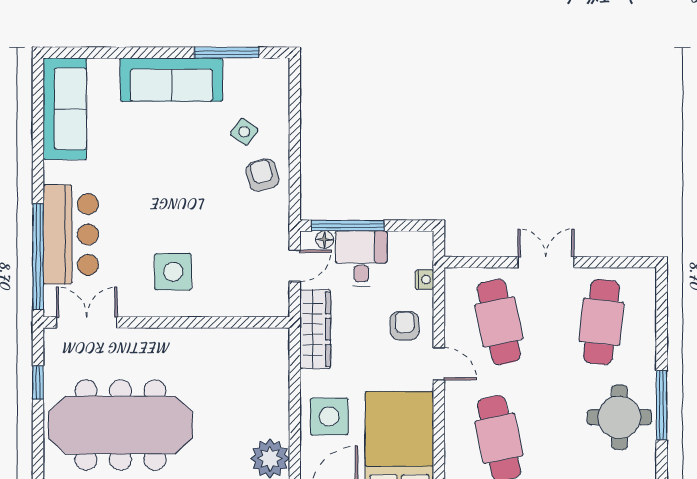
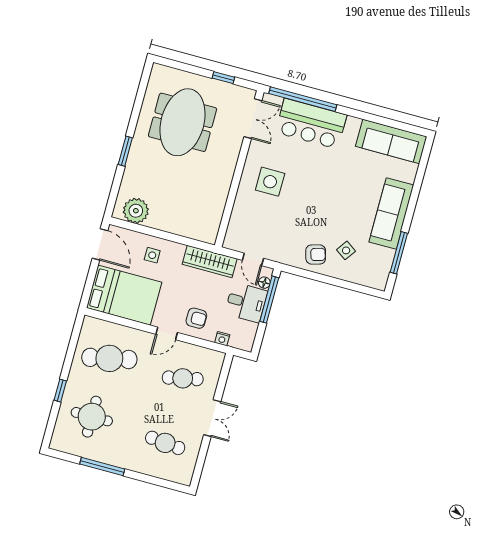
cafe table: (499, 322) -> (183, 378), width x0.73, depth x0.74
cafe table: (601, 322) -> (165, 443), width x0.73, depth x0.74
side table: (329, 416) -> (152, 255), width x0.54, depth x0.54
round table: (619, 417) -> (92, 417), moved
meeting table: (120, 425) -> (183, 122), width x0.73

